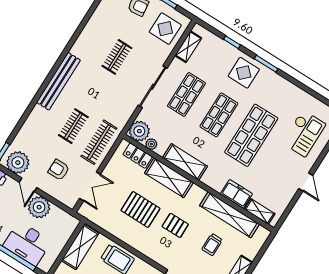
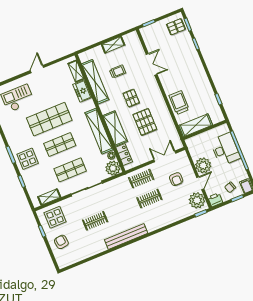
bench: (58, 81) -> (126, 237), moved
clothes rail: (99, 142) -> (141, 179), width x0.73
shelving: (185, 162) -> (99, 131), width x1.47

